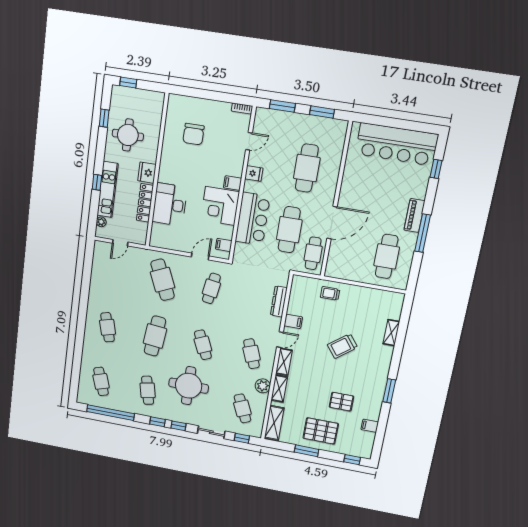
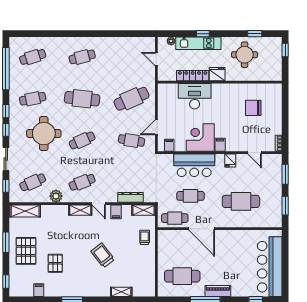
cafe table: (289, 230) -> (190, 196), width x0.73, depth x0.74
door: (200, 257) -> (156, 127), swing flipped
shelving: (279, 389) -> (144, 210), moved

